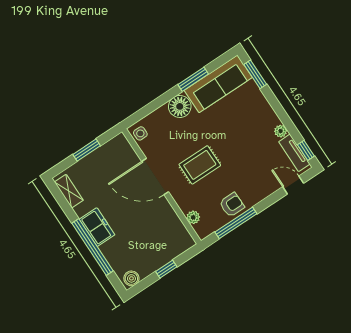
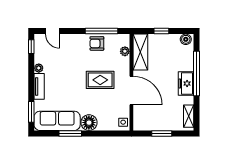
tv unit: (294, 153) -> (39, 86), moved
shelving: (175, 228) -> (140, 52), added

